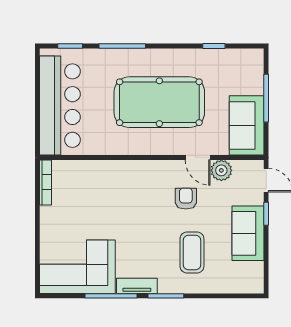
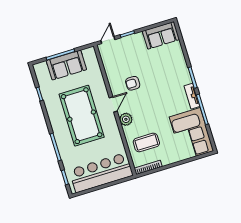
sofa: (247, 125) -> (66, 65), moved
door: (198, 158) -> (113, 104), moved
plant: (221, 170) -> (126, 119), moved
sofa: (248, 233) -> (161, 35), moved
coffee table: (192, 252) -> (146, 142), moved

